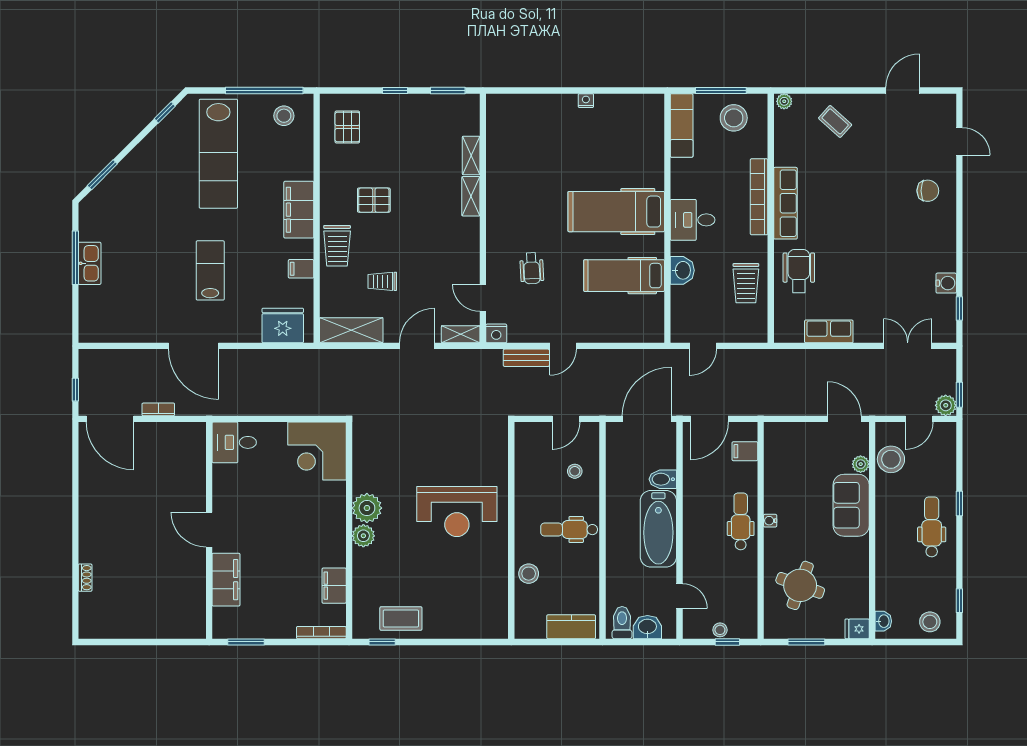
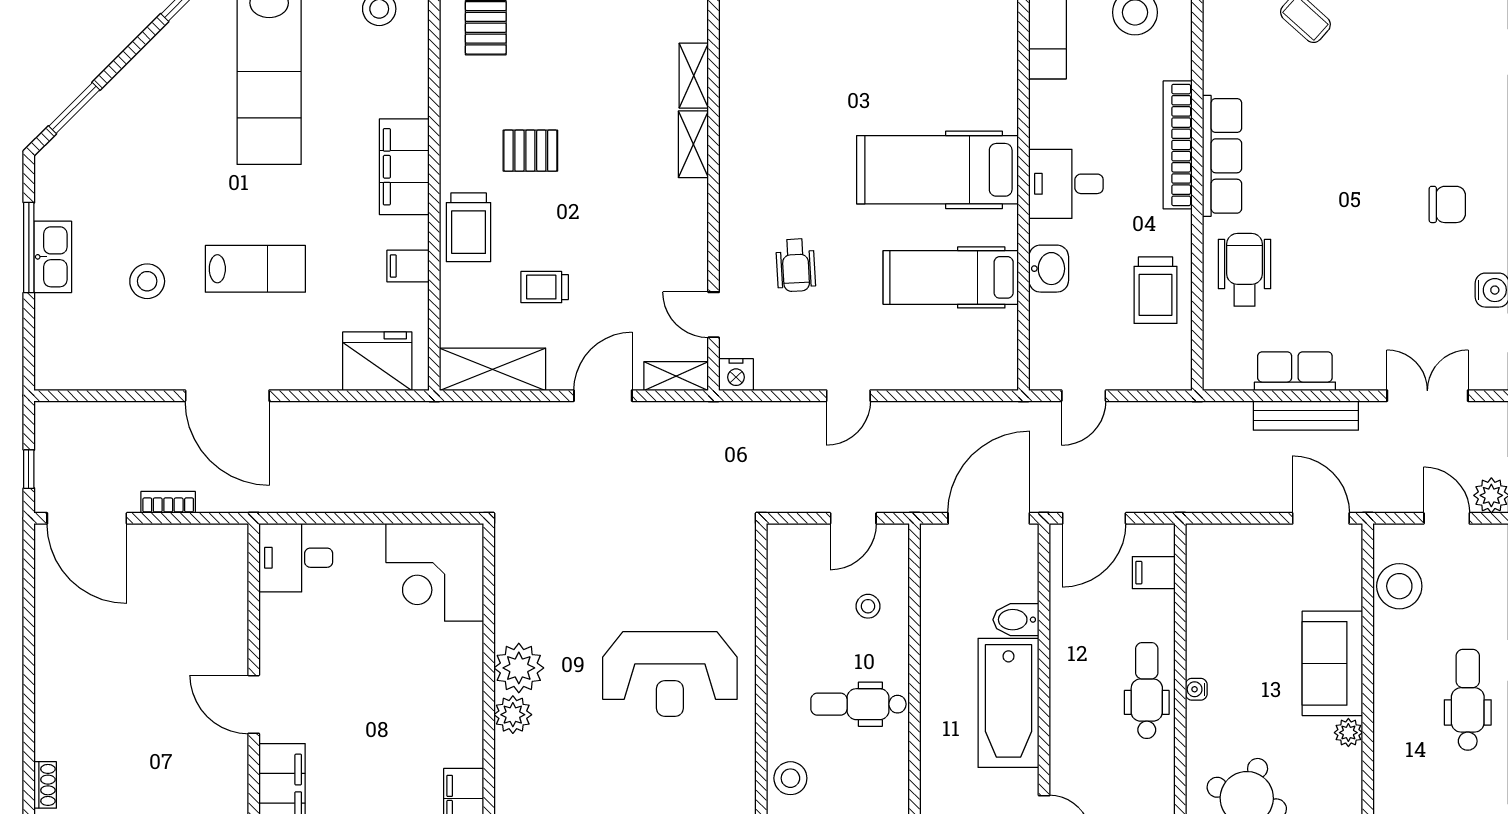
chair: (928, 191) -> (1447, 204), moved
lab bench: (210, 270) -> (255, 269), turned 90
stool: (146, 278) -> (147, 281), added
bench: (526, 358) -> (1306, 416), moved, width x1.36
door: (919, 419) -> (1447, 518), swing flipped
plant: (861, 464) -> (1348, 733), moved

